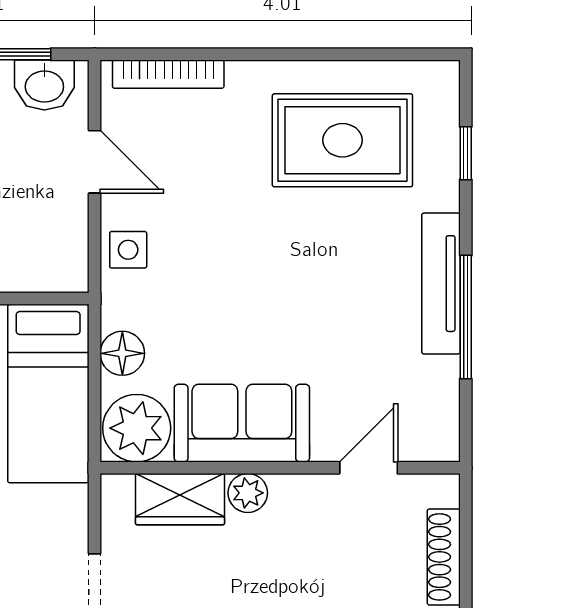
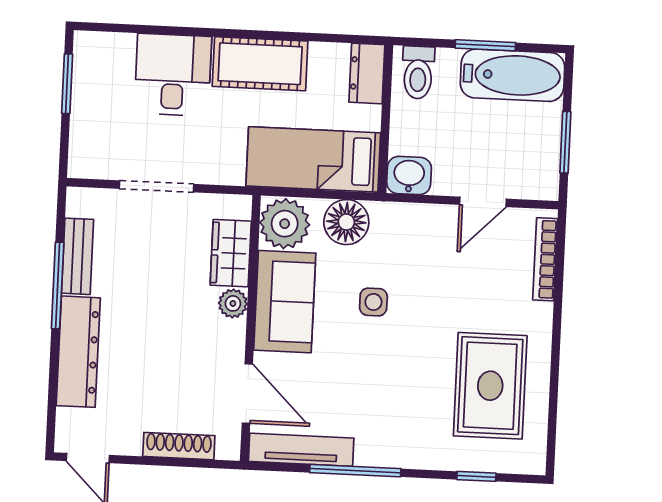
washbasin: (44, 85) -> (409, 175), moved, turned 90
side table: (128, 250) -> (373, 302), moved
tv unit: (441, 284) -> (301, 450), moved
floor lamp: (122, 353) -> (346, 222), width x1.38, depth x1.38
door: (369, 468) -> (247, 394), width x1.37

